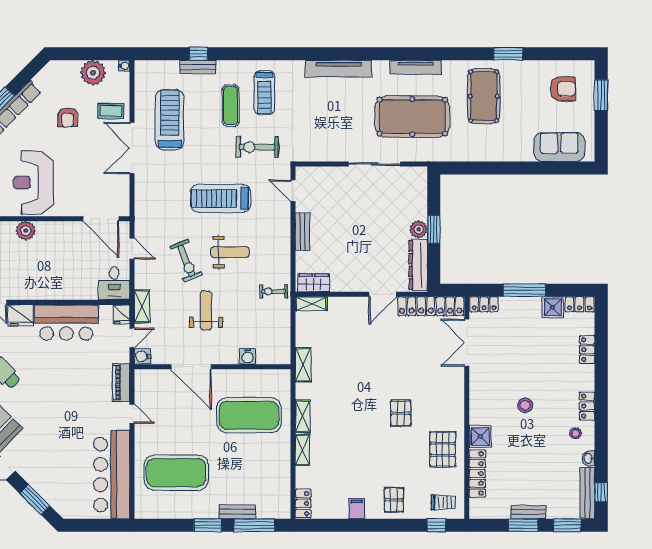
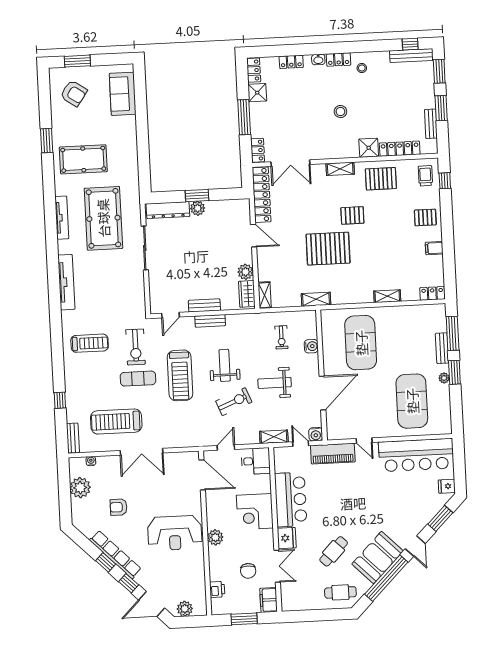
water cooler: (124, 66) -> (91, 461), moved
bench: (198, 67) -> (73, 438), moved
armchair: (563, 89) -> (74, 93), turned 125
exercise mat: (231, 106) -> (138, 379), moved
coffee table: (111, 111) -> (111, 471), removed
armchair: (68, 117) -> (119, 507), turned 180
door: (101, 219) -> (202, 475), hinge flipped
bench: (284, 237) -> (210, 321), added
dresser: (418, 265) -> (168, 210), moved
corner desk: (54, 279) -> (255, 512), added
plant: (340, 283) -> (246, 272), added
exercise bike: (273, 291) -> (281, 337), moved
fridge: (122, 314) -> (447, 486), moved, turned 180
piano: (121, 382) -> (333, 454), width x1.37, depth x1.33
pallet: (363, 382) -> (328, 249), added
door: (132, 414) -> (364, 441), swing flipped
shelving: (303, 416) -> (340, 169), moved
washbasin: (588, 458) -> (318, 59), moved
plant: (202, 512) -> (444, 378), added
bench: (528, 512) -> (431, 124), moved

